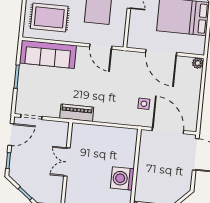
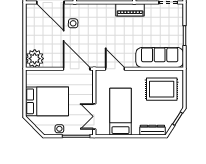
door: (161, 53) -> (77, 69), moved
plant: (198, 63) -> (35, 59), width x1.87, depth x1.87

